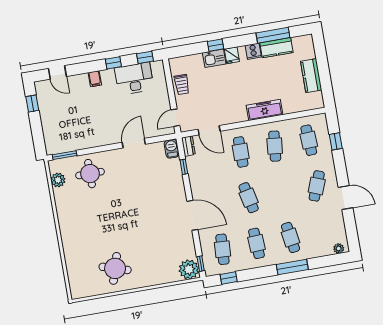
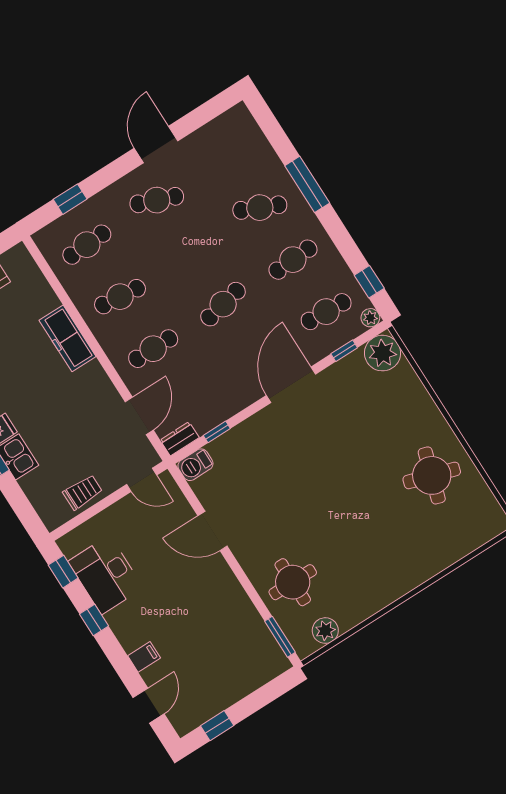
filing cabinet: (95, 79) -> (144, 657), moved
cafe table: (291, 237) -> (260, 208), turned 33
plant: (339, 249) -> (370, 318), moved
window: (201, 264) -> (344, 351), moved

